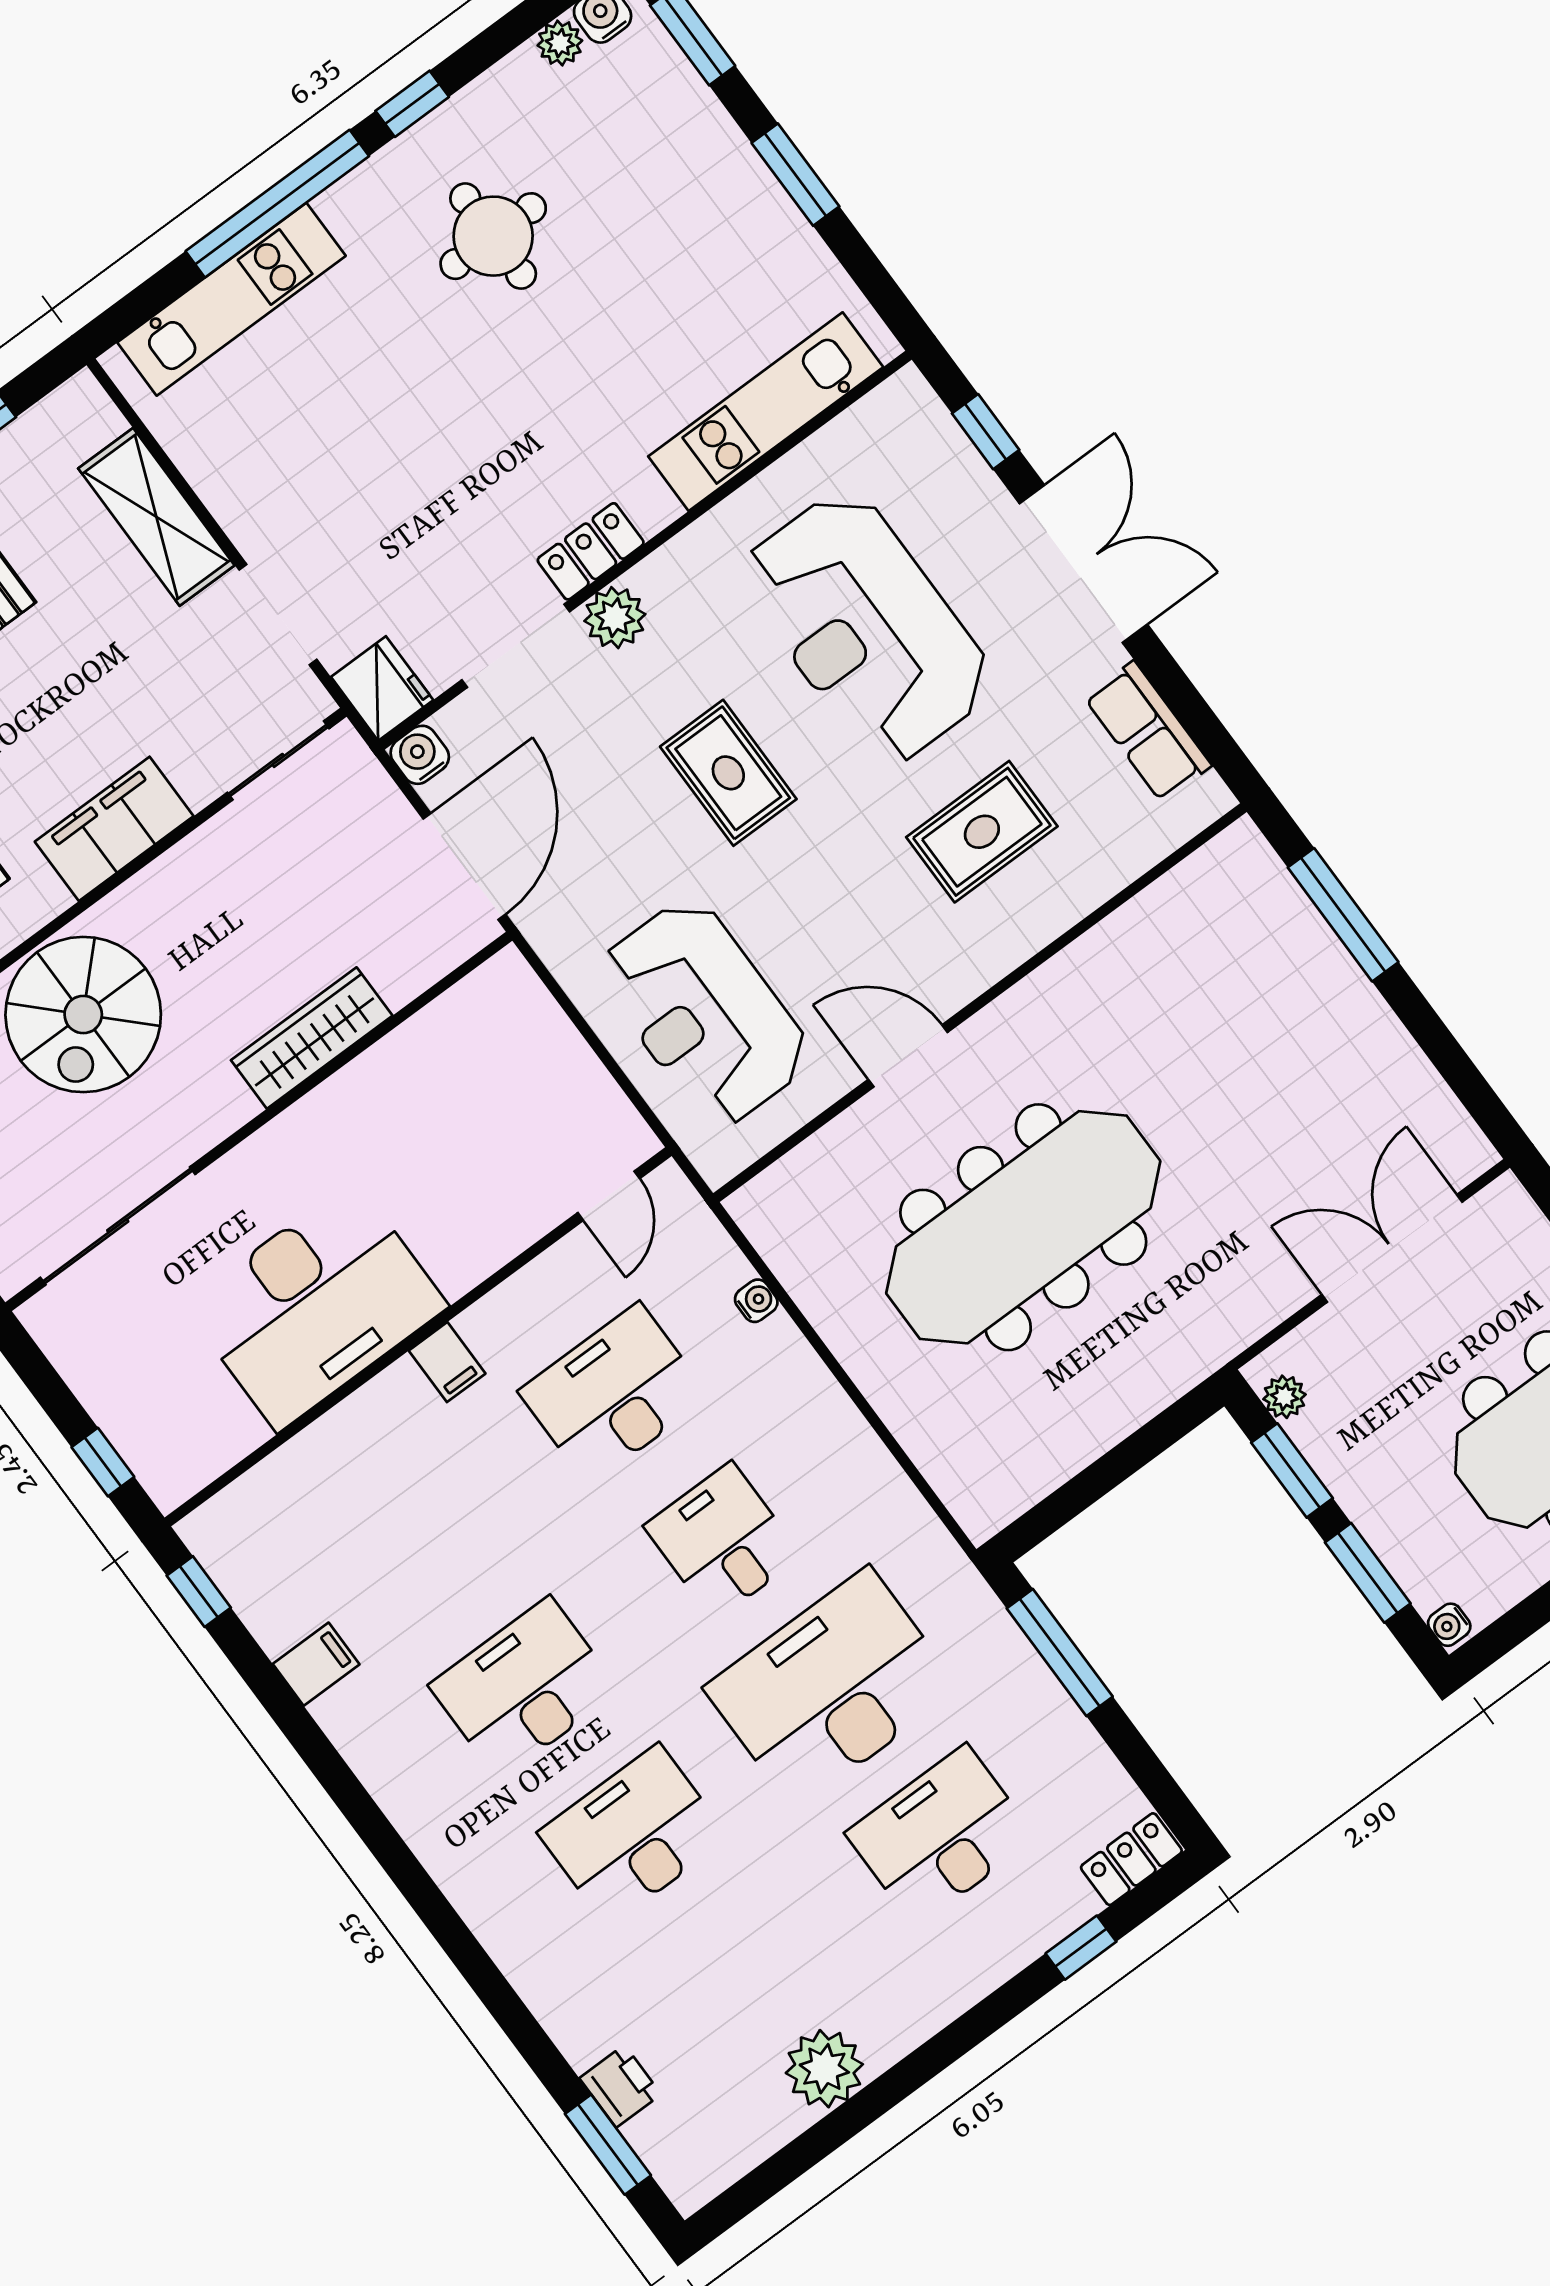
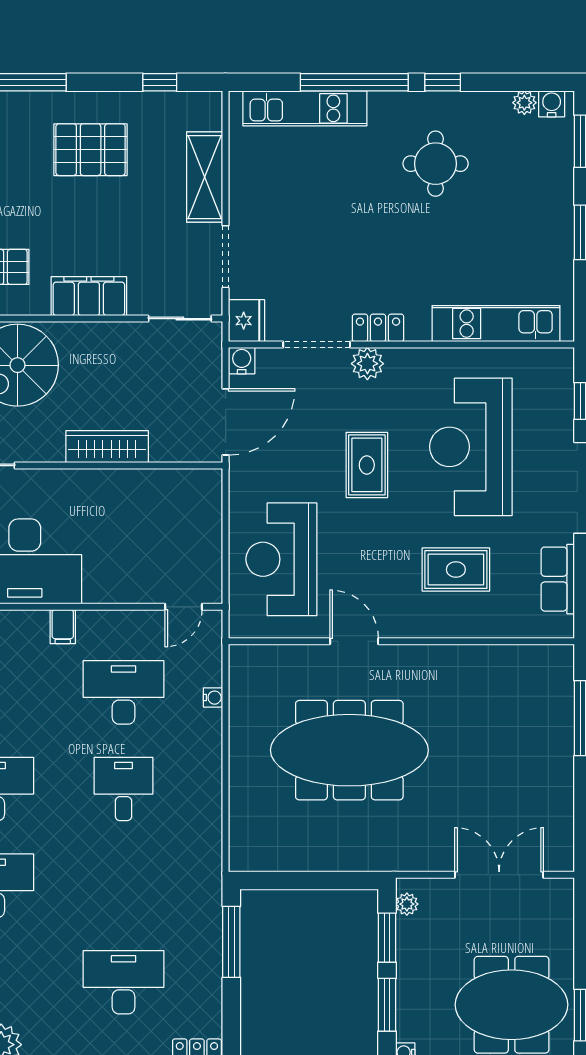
desk: (832, 1688) -> (124, 886), removed

